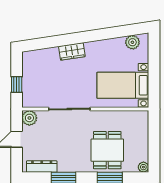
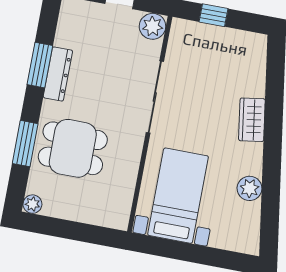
plant: (132, 42) -> (249, 188), moved
dresser: (42, 167) -> (58, 74), moved

